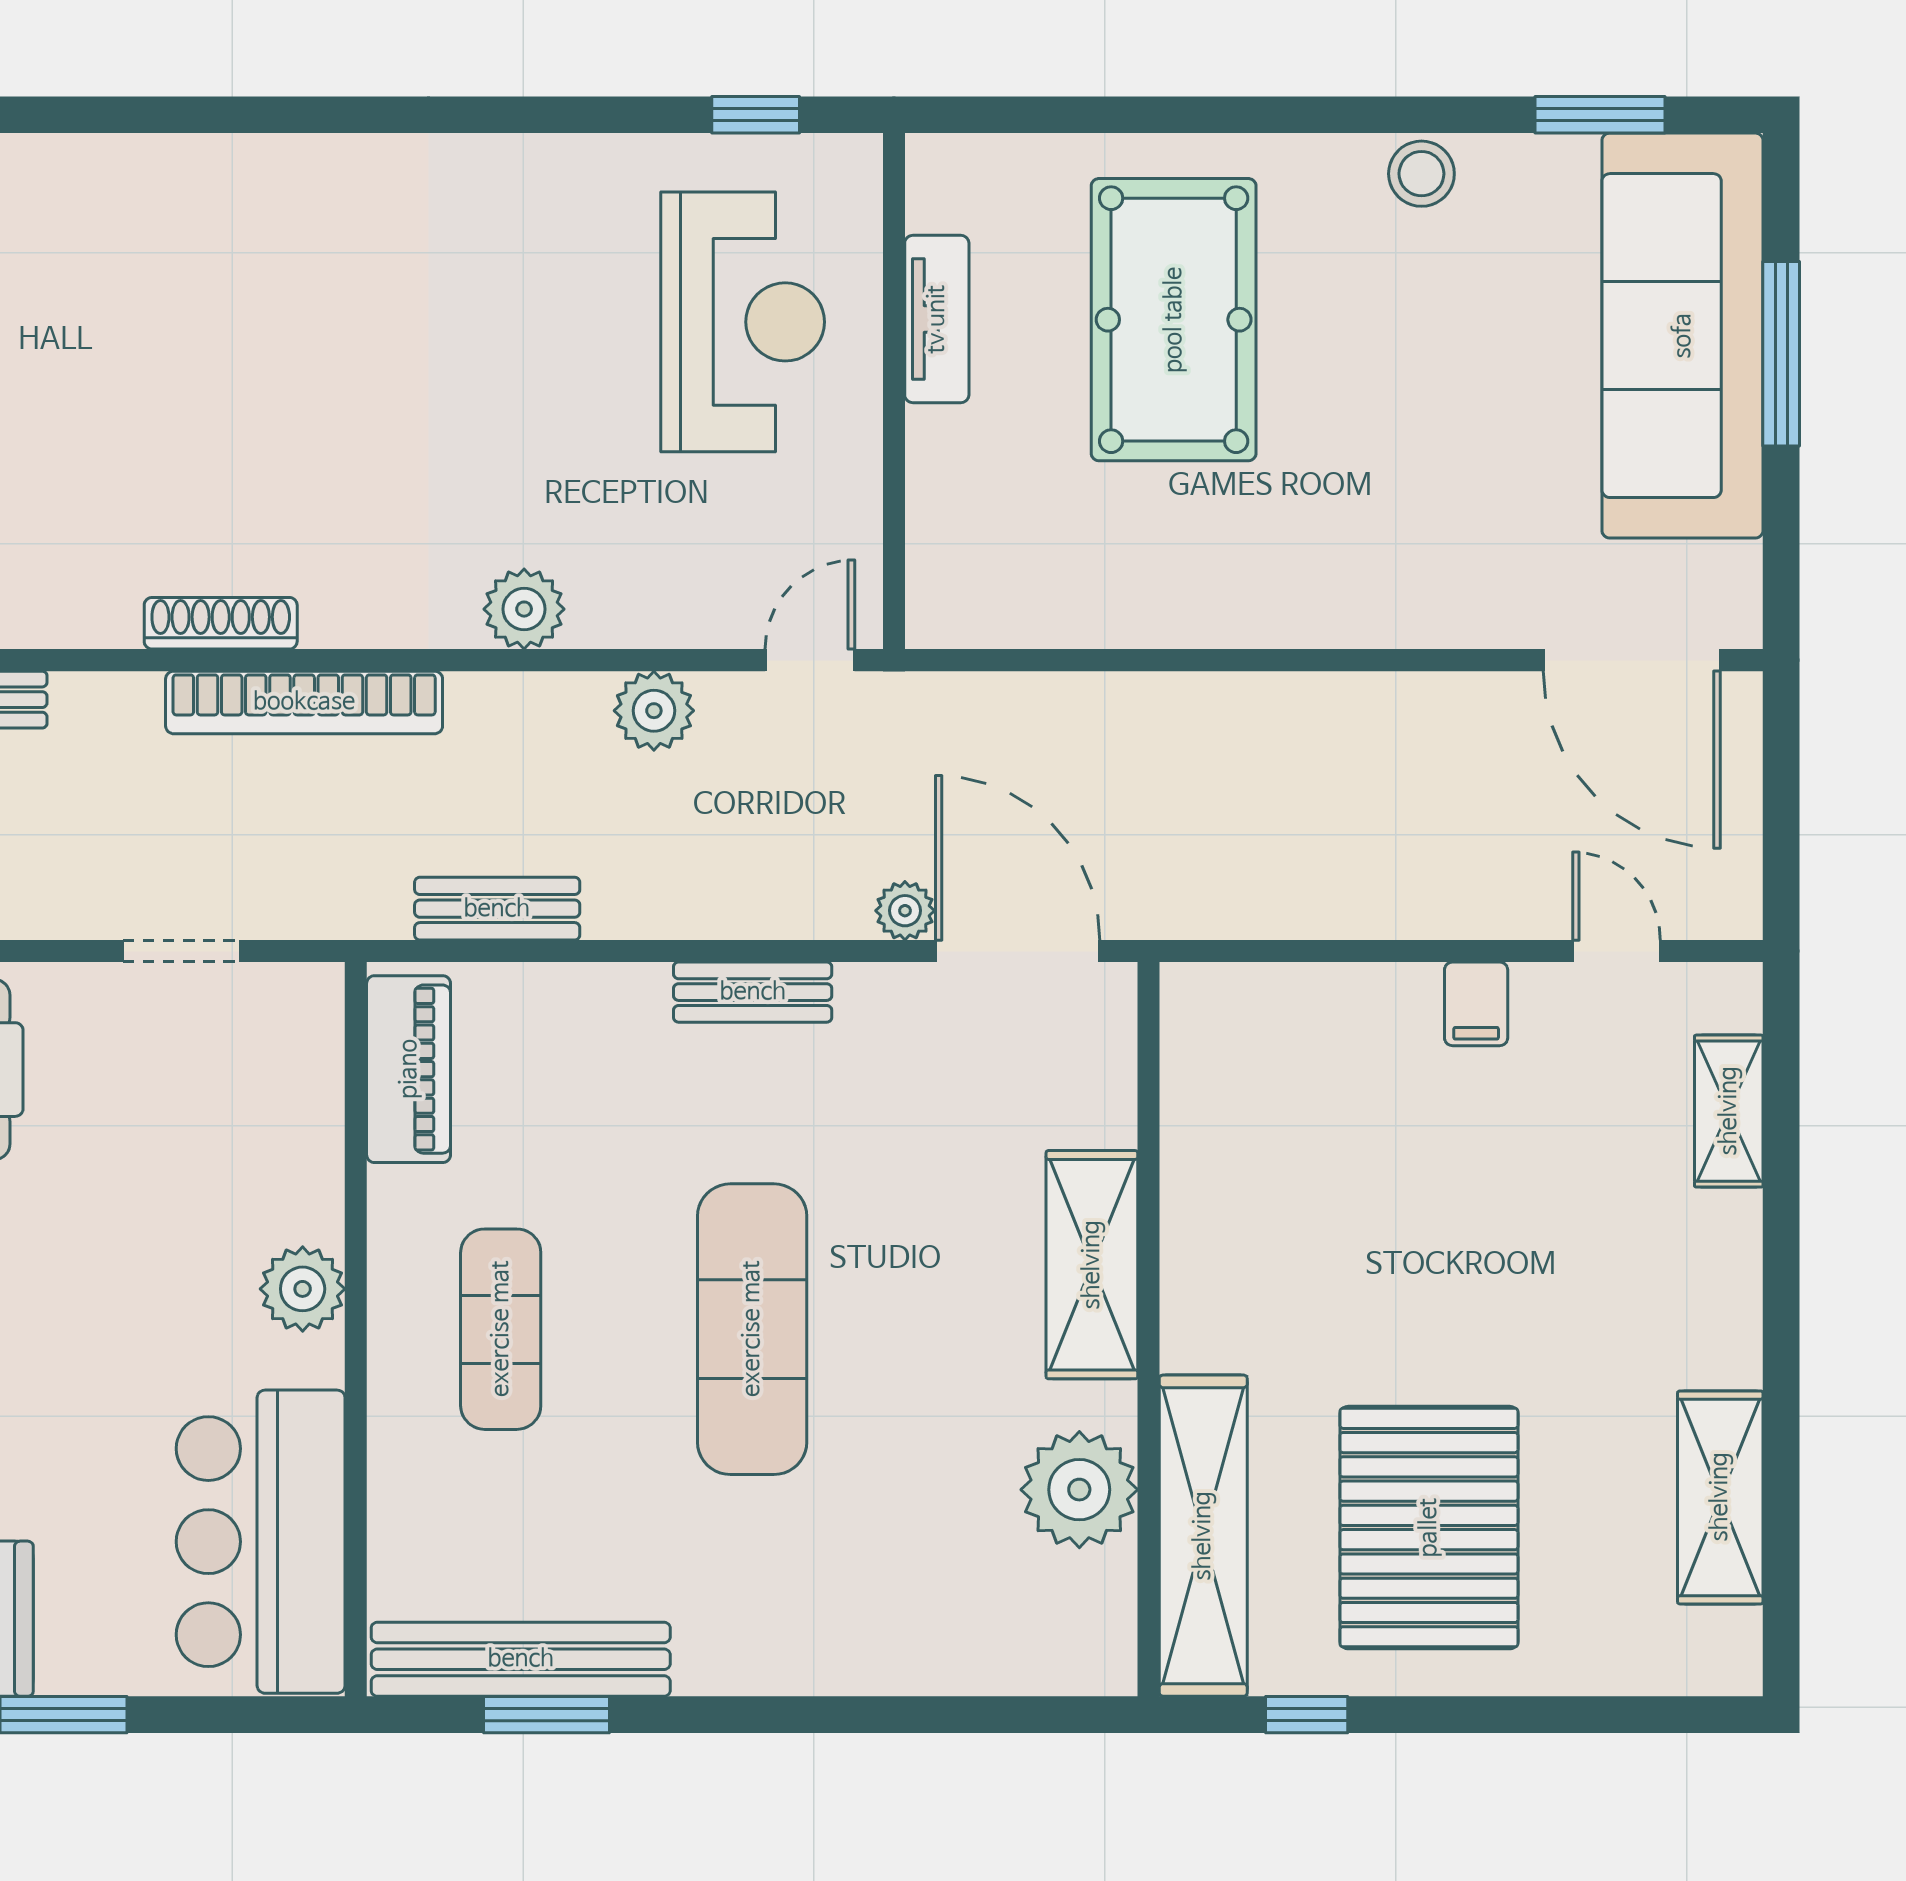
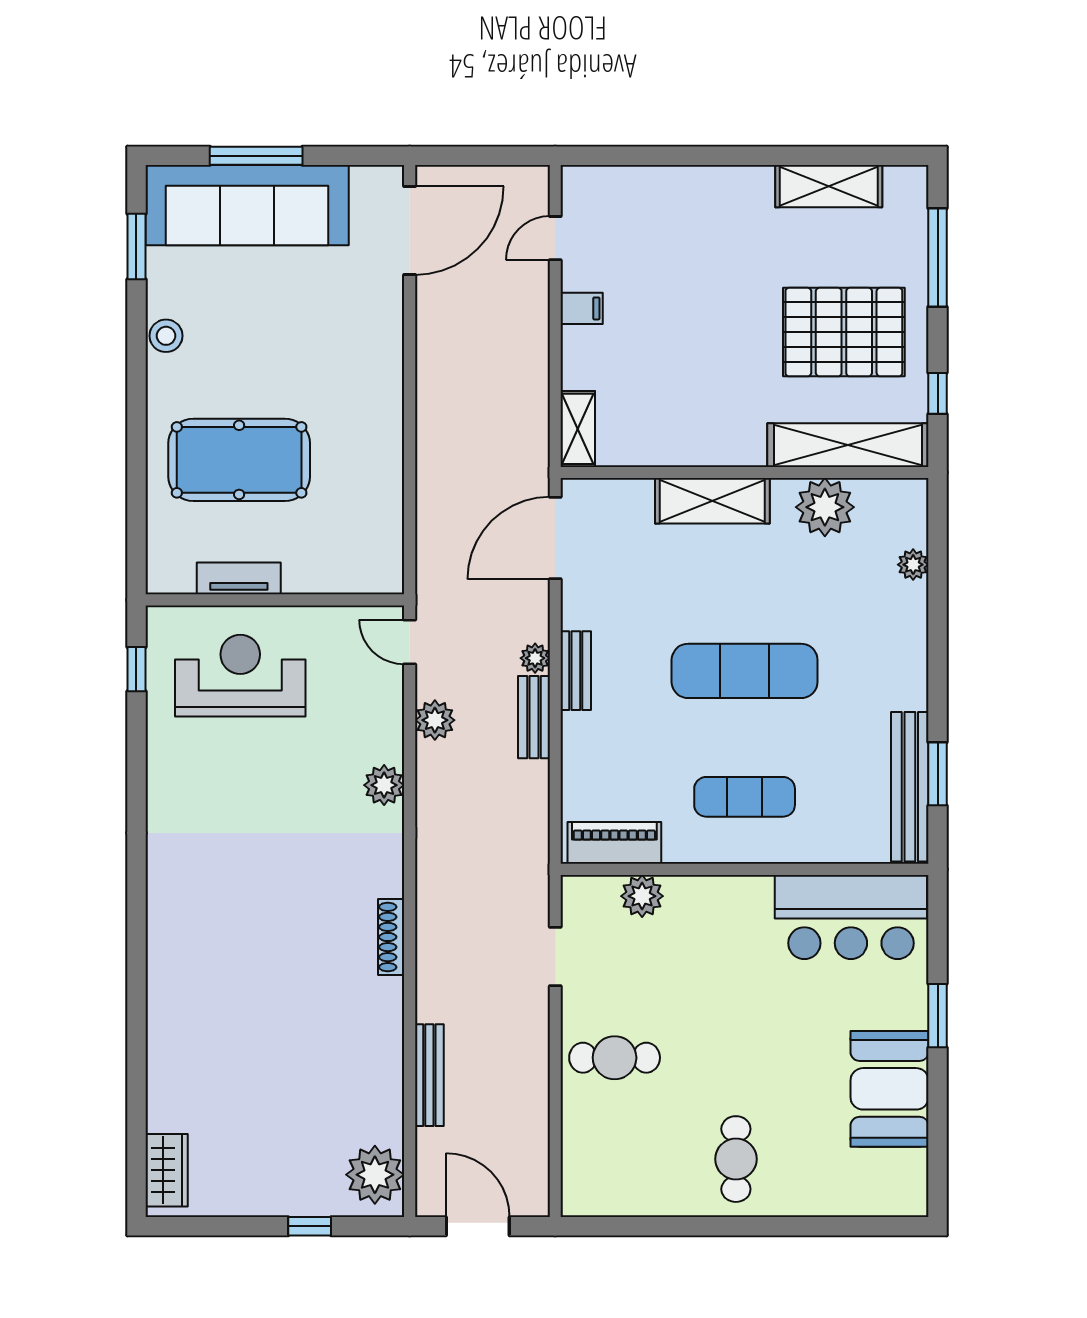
bookcase: (304, 702) -> (431, 895), removed
bench: (497, 909) -> (534, 717), moved
plant: (905, 911) -> (535, 658), moved
shelving: (1729, 1111) -> (578, 429), moved, turned 90
plant: (303, 1289) -> (642, 896), moved
plant: (964, 1666) -> (913, 565), added
window: (1578, 1715) -> (938, 257), added

